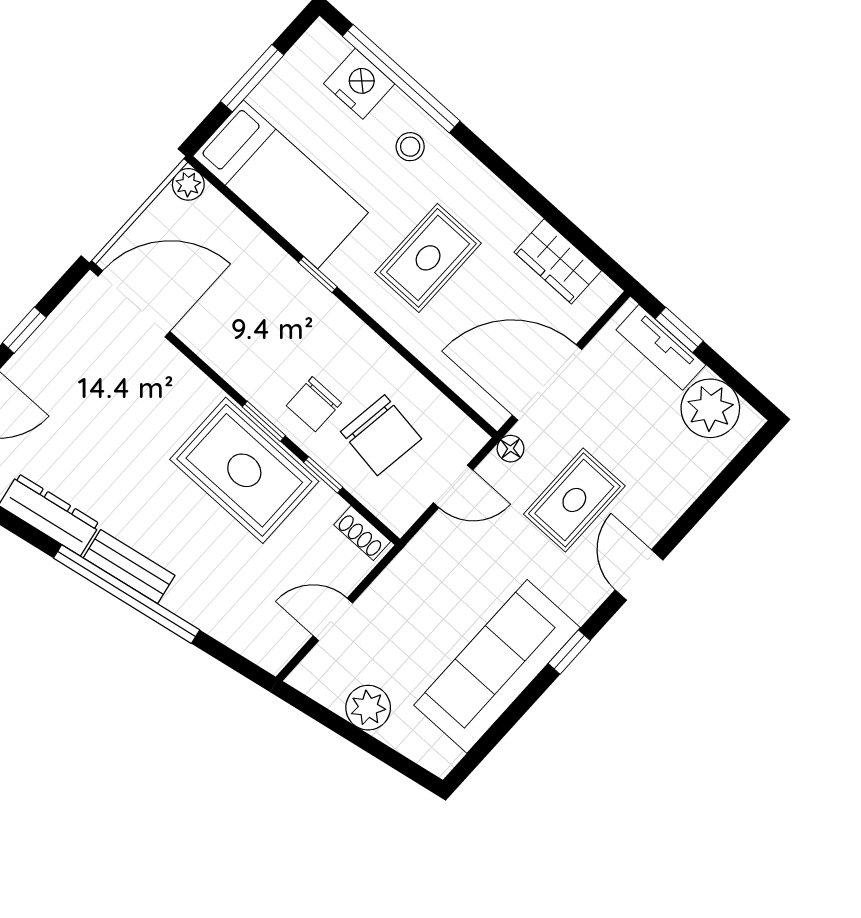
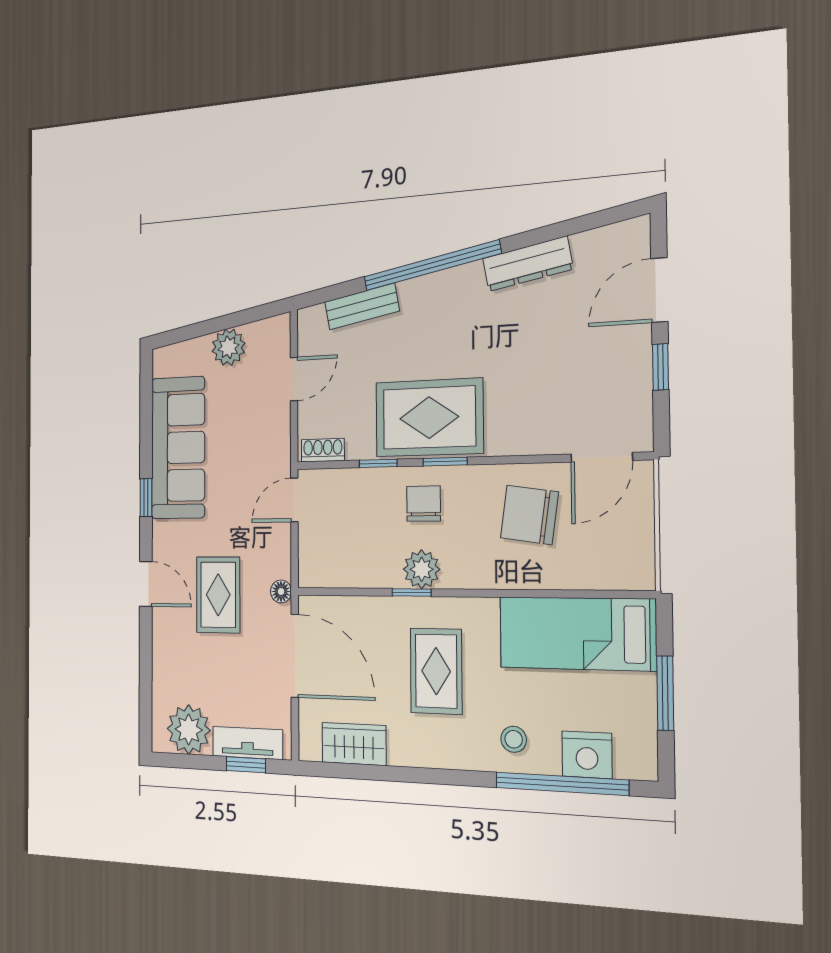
plant: (188, 184) -> (422, 569), moved, width x1.38, depth x1.38
window: (318, 275) -> (412, 592), moved
door: (134, 304) -> (602, 457), width x0.73
door: (547, 382) -> (295, 656), hinge flipped
chair: (381, 435) -> (529, 515), moved
door: (453, 486) -> (294, 500), moved
bench: (129, 567) -> (362, 306), moved

